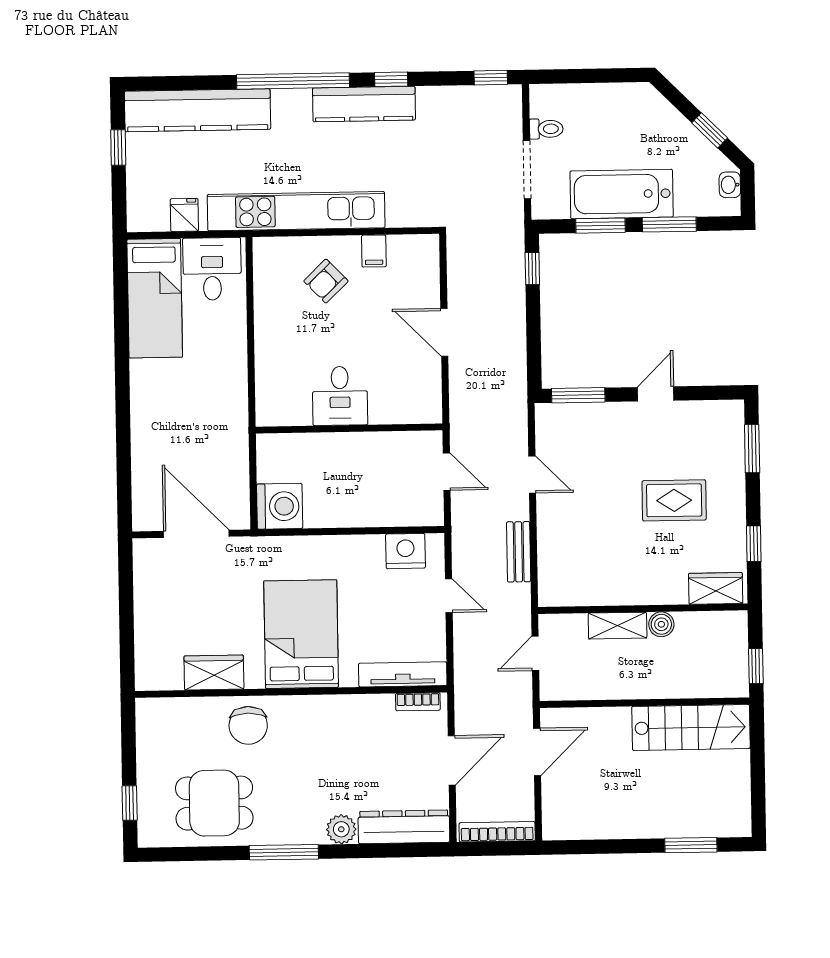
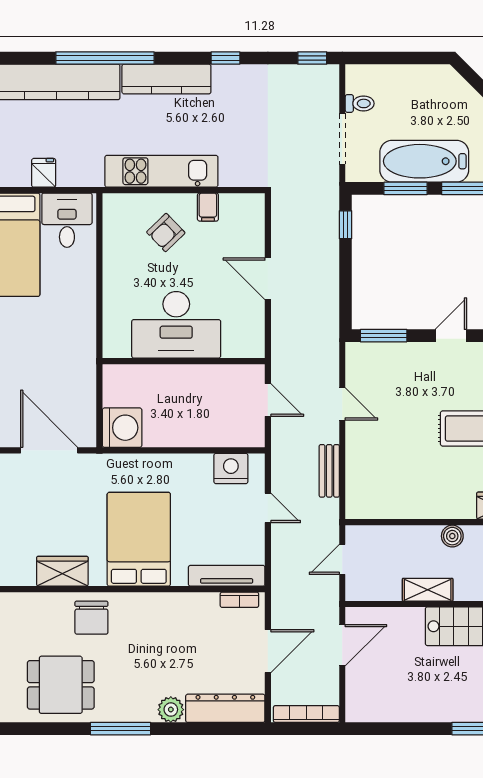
window: (293, 81) -> (105, 58), moved
kitchen counter: (364, 104) -> (166, 79), moved
kitchen unit: (296, 211) -> (161, 171), width x0.73
desk: (340, 396) -> (176, 325), width x1.87, depth x1.30
shelving: (618, 626) -> (428, 590), moved

